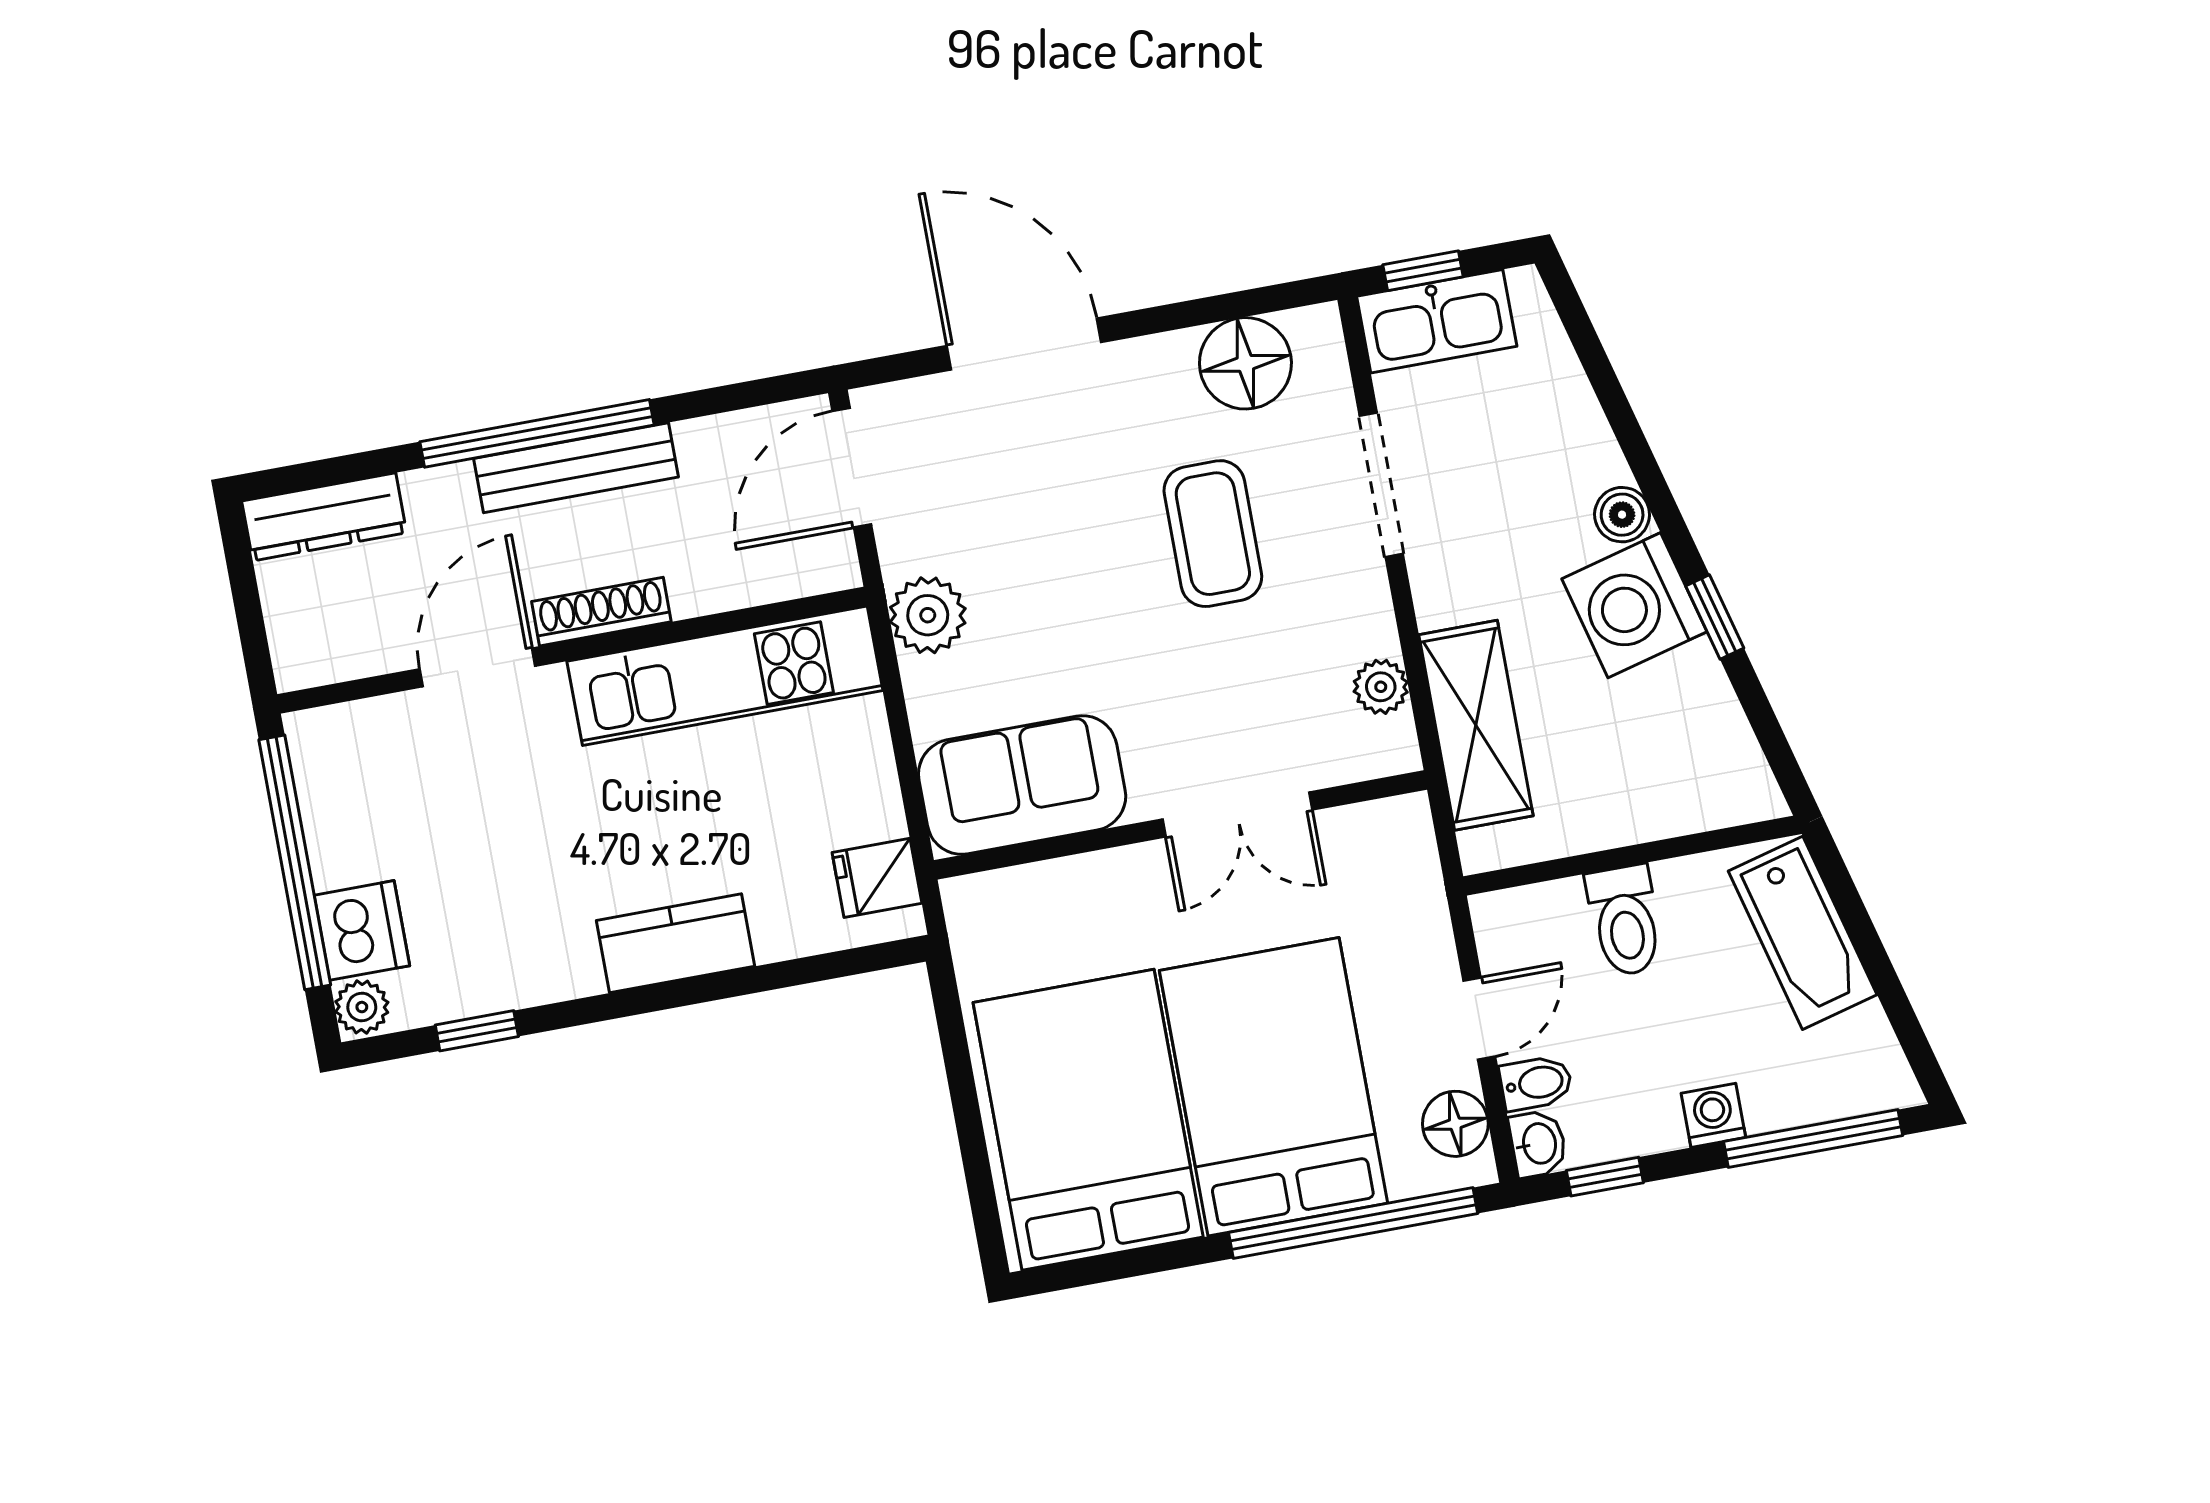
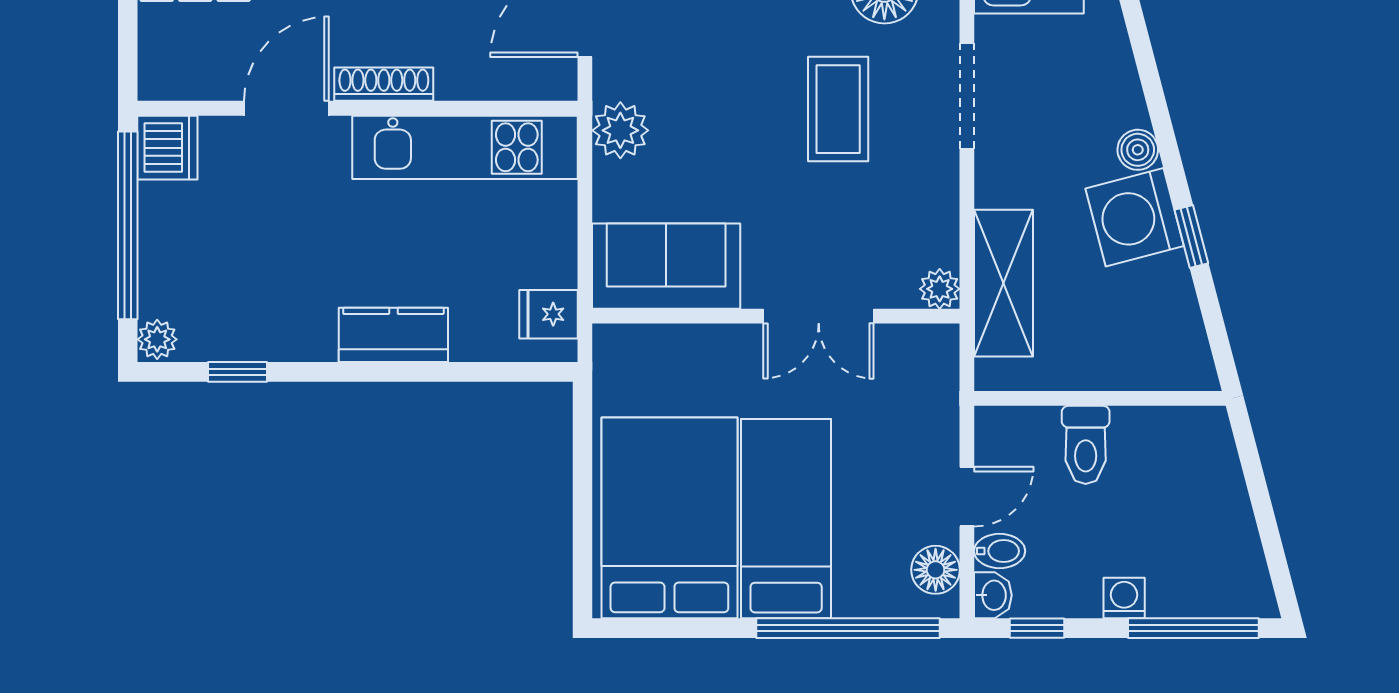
plant: (1381, 687) -> (940, 289), moved
dishwasher: (362, 930) -> (167, 148), moved
bathtub: (1803, 933) -> (1213, 477), removed
bed: (1274, 1087) -> (786, 519), width x0.67

